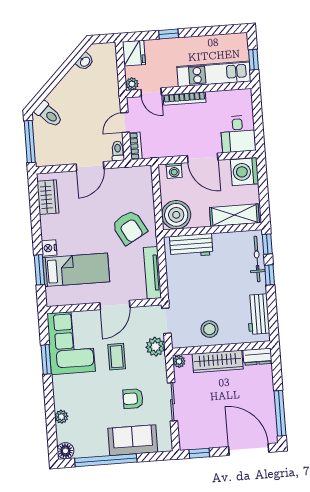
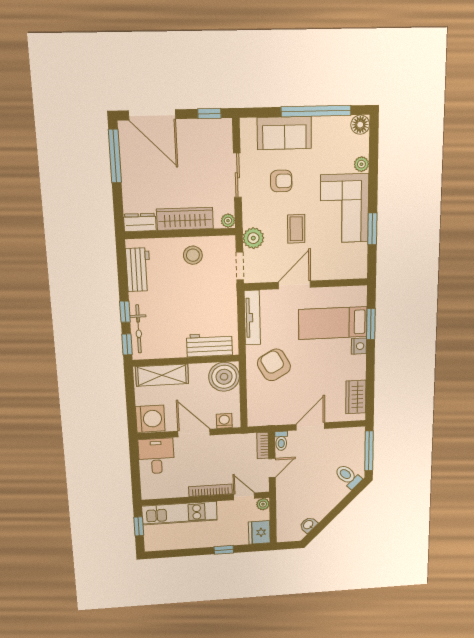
corner sofa: (71, 342) -> (344, 208), moved

